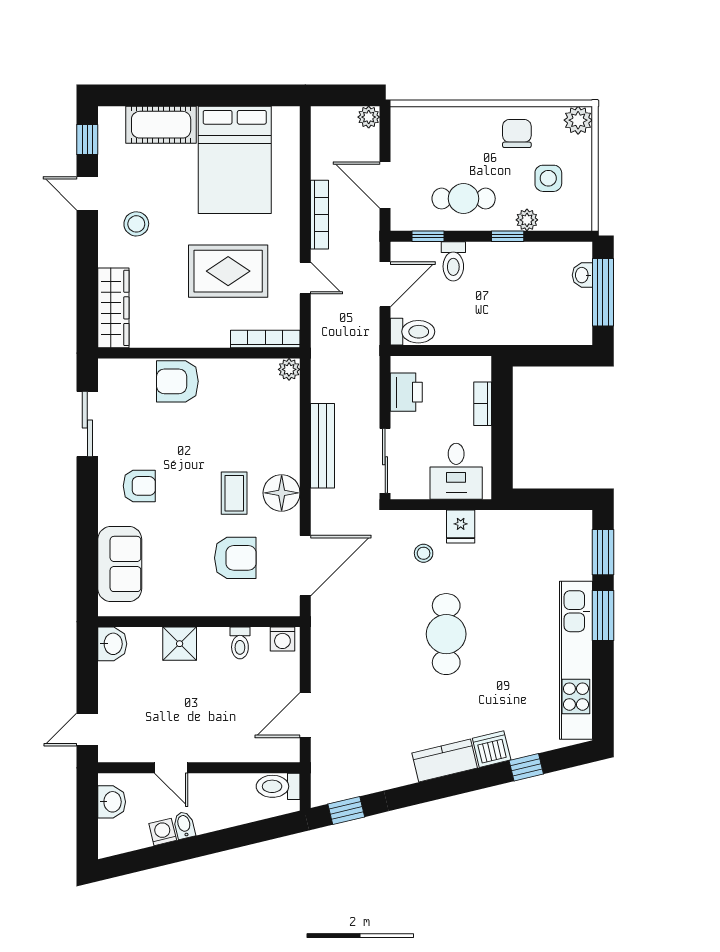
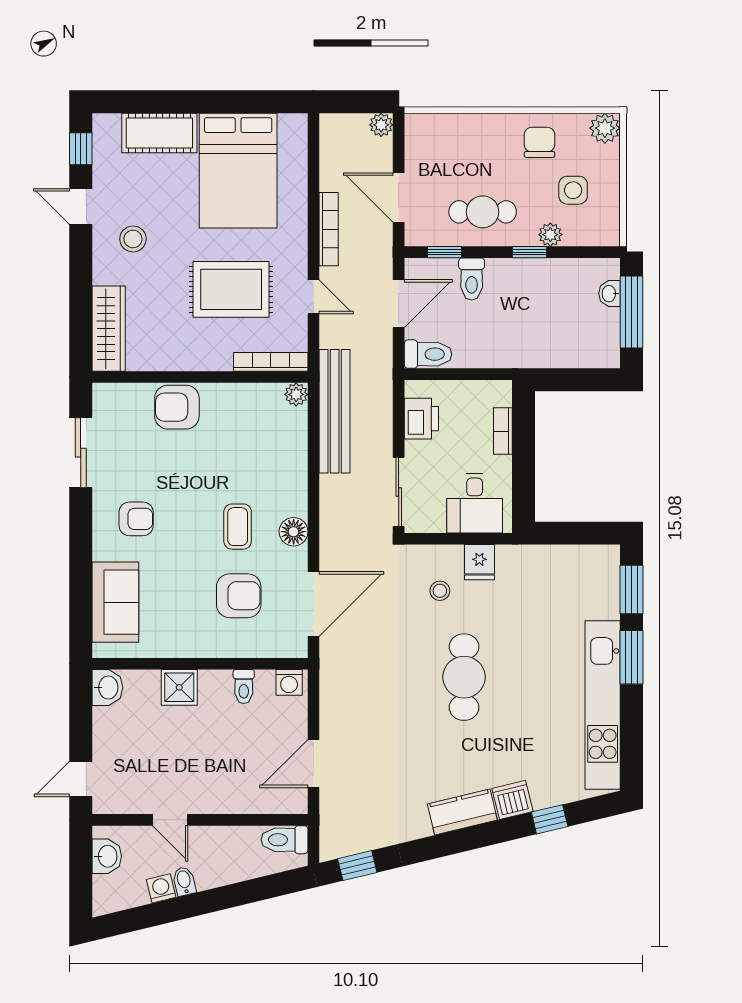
bench: (322, 446) -> (335, 411), moved, width x1.37, depth x1.21
floor lamp: (282, 493) -> (294, 532), width x0.73, depth x0.73

